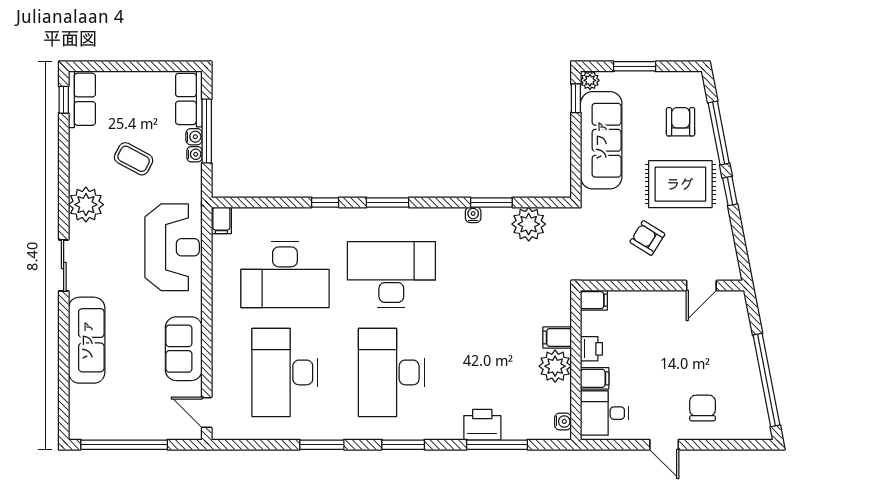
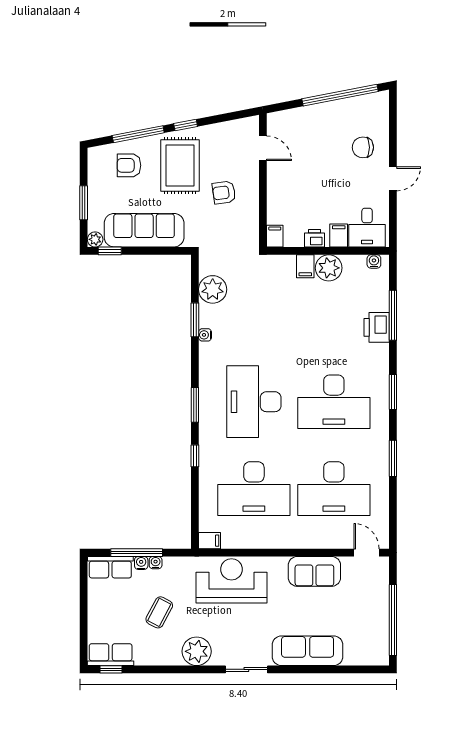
armchair: (647, 238) -> (224, 192), turned 50
desk: (285, 275) -> (254, 489), turned 90
door: (207, 412) -> (367, 553), swing flipped

